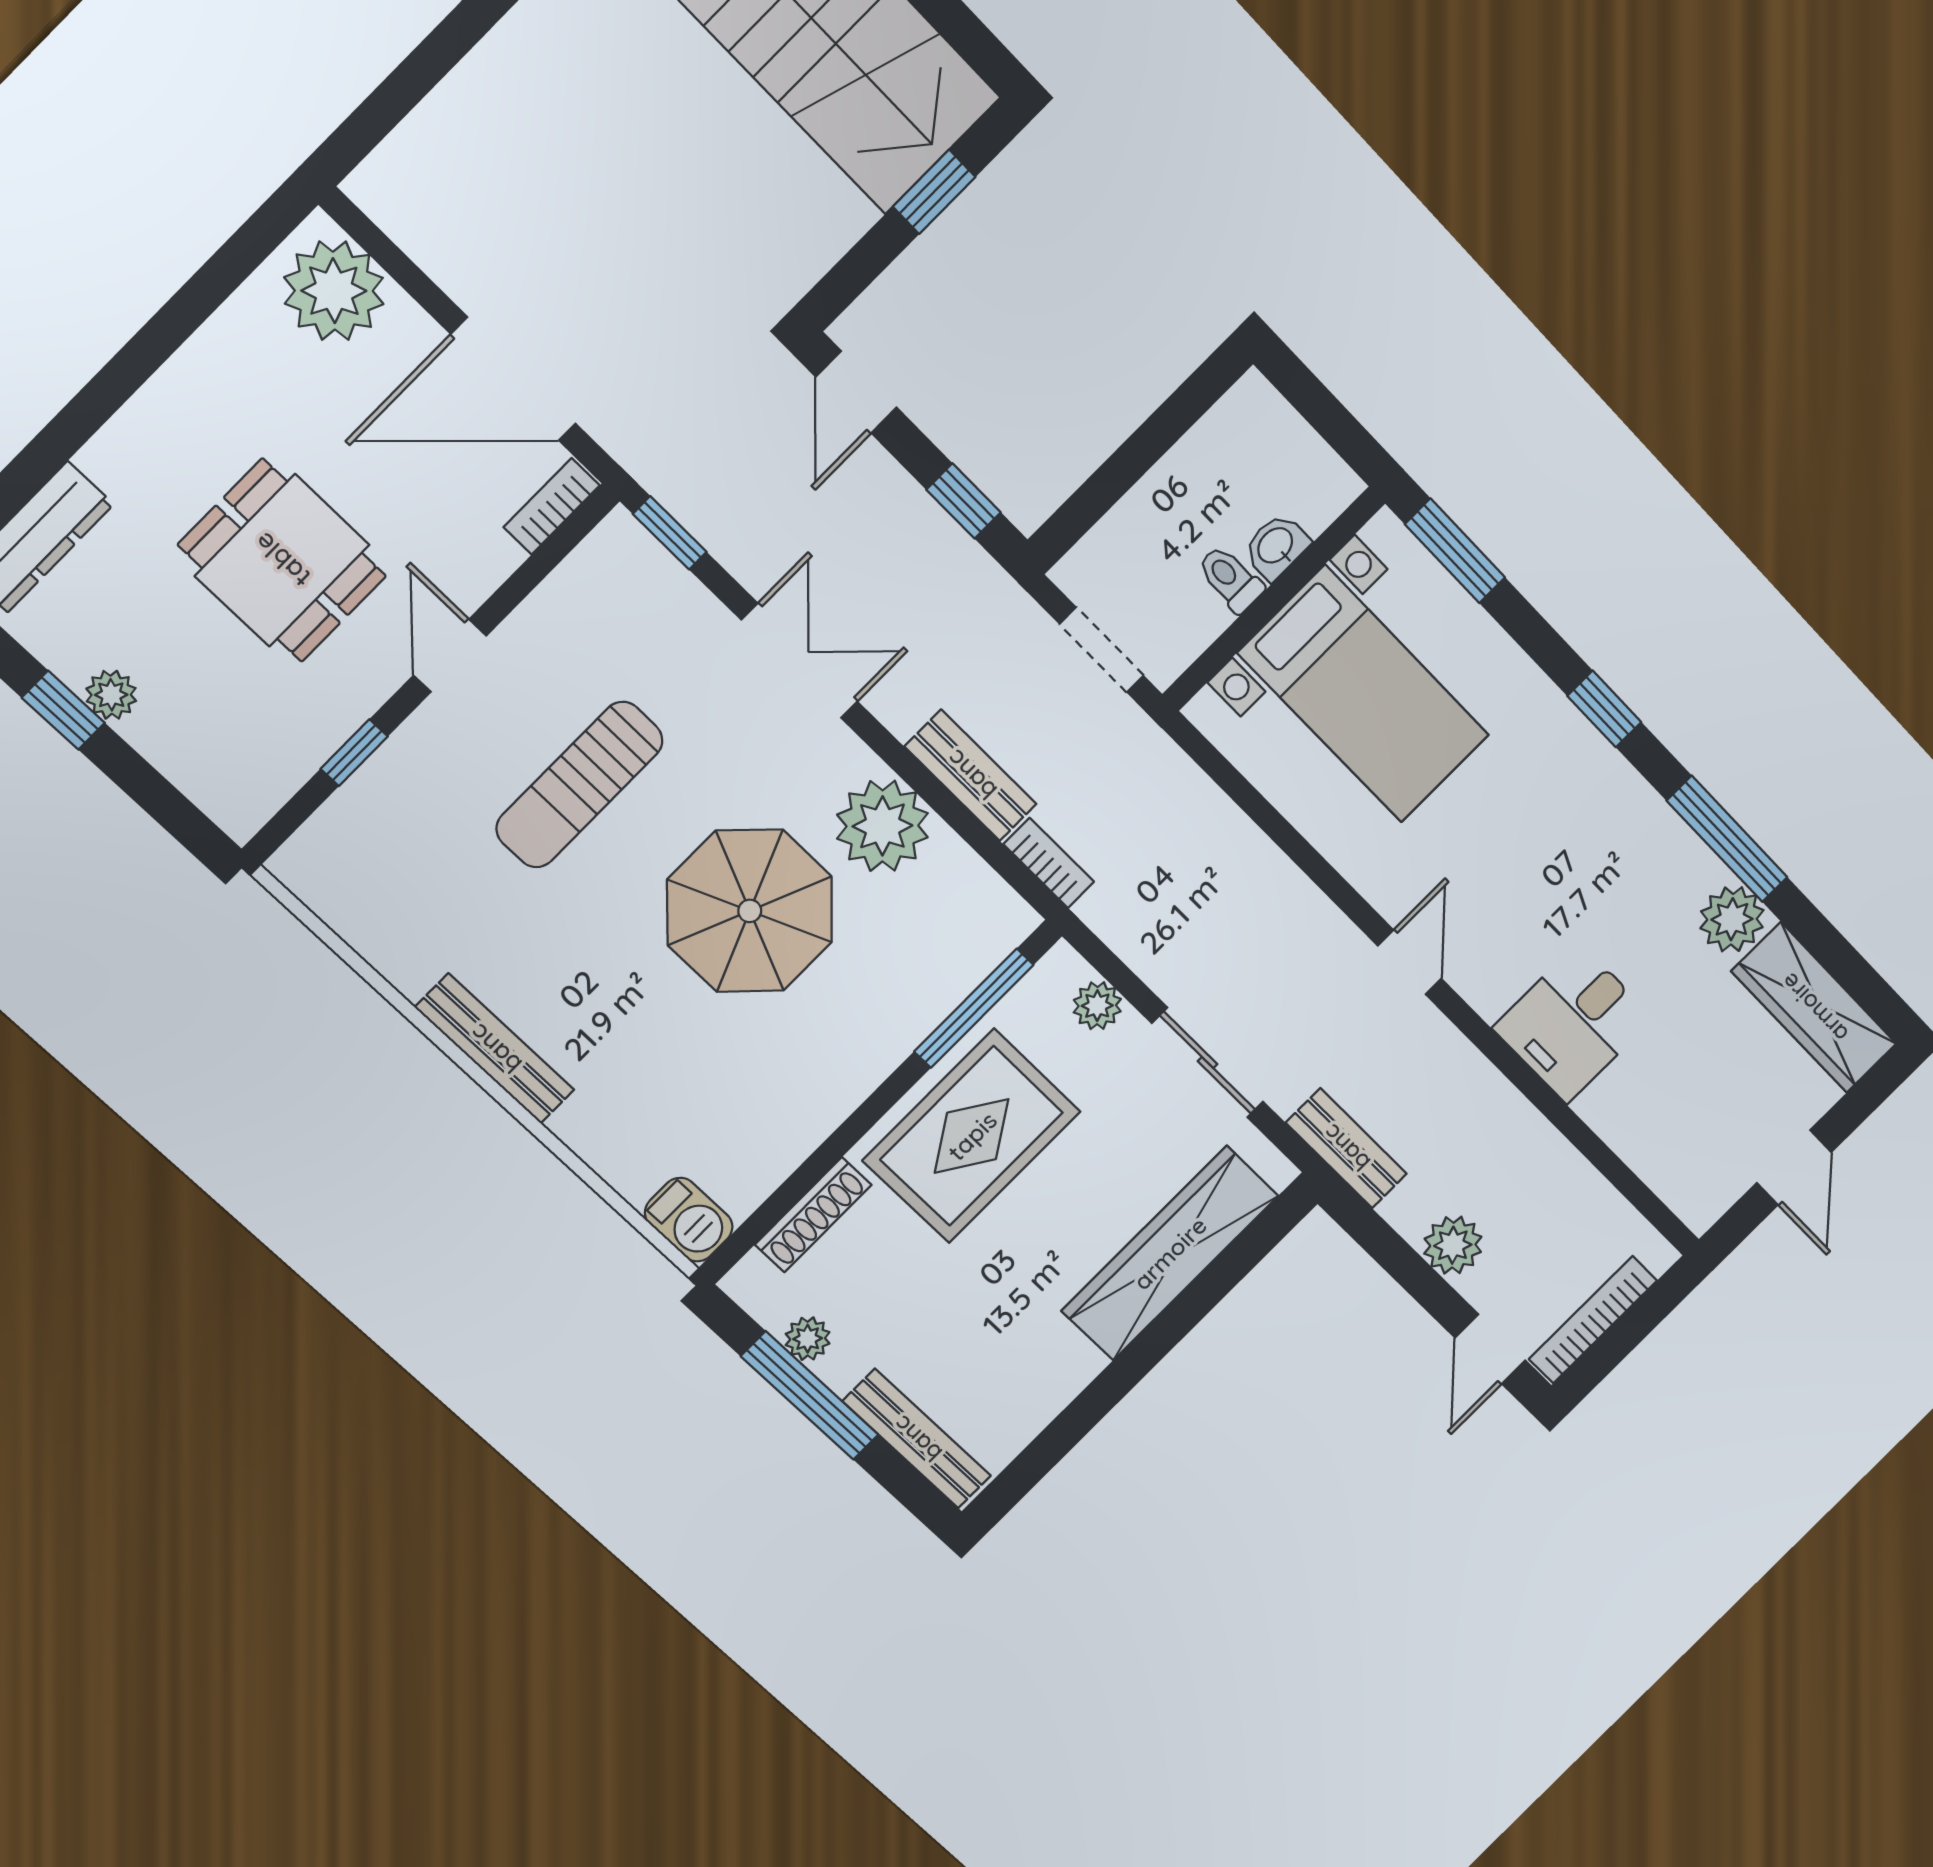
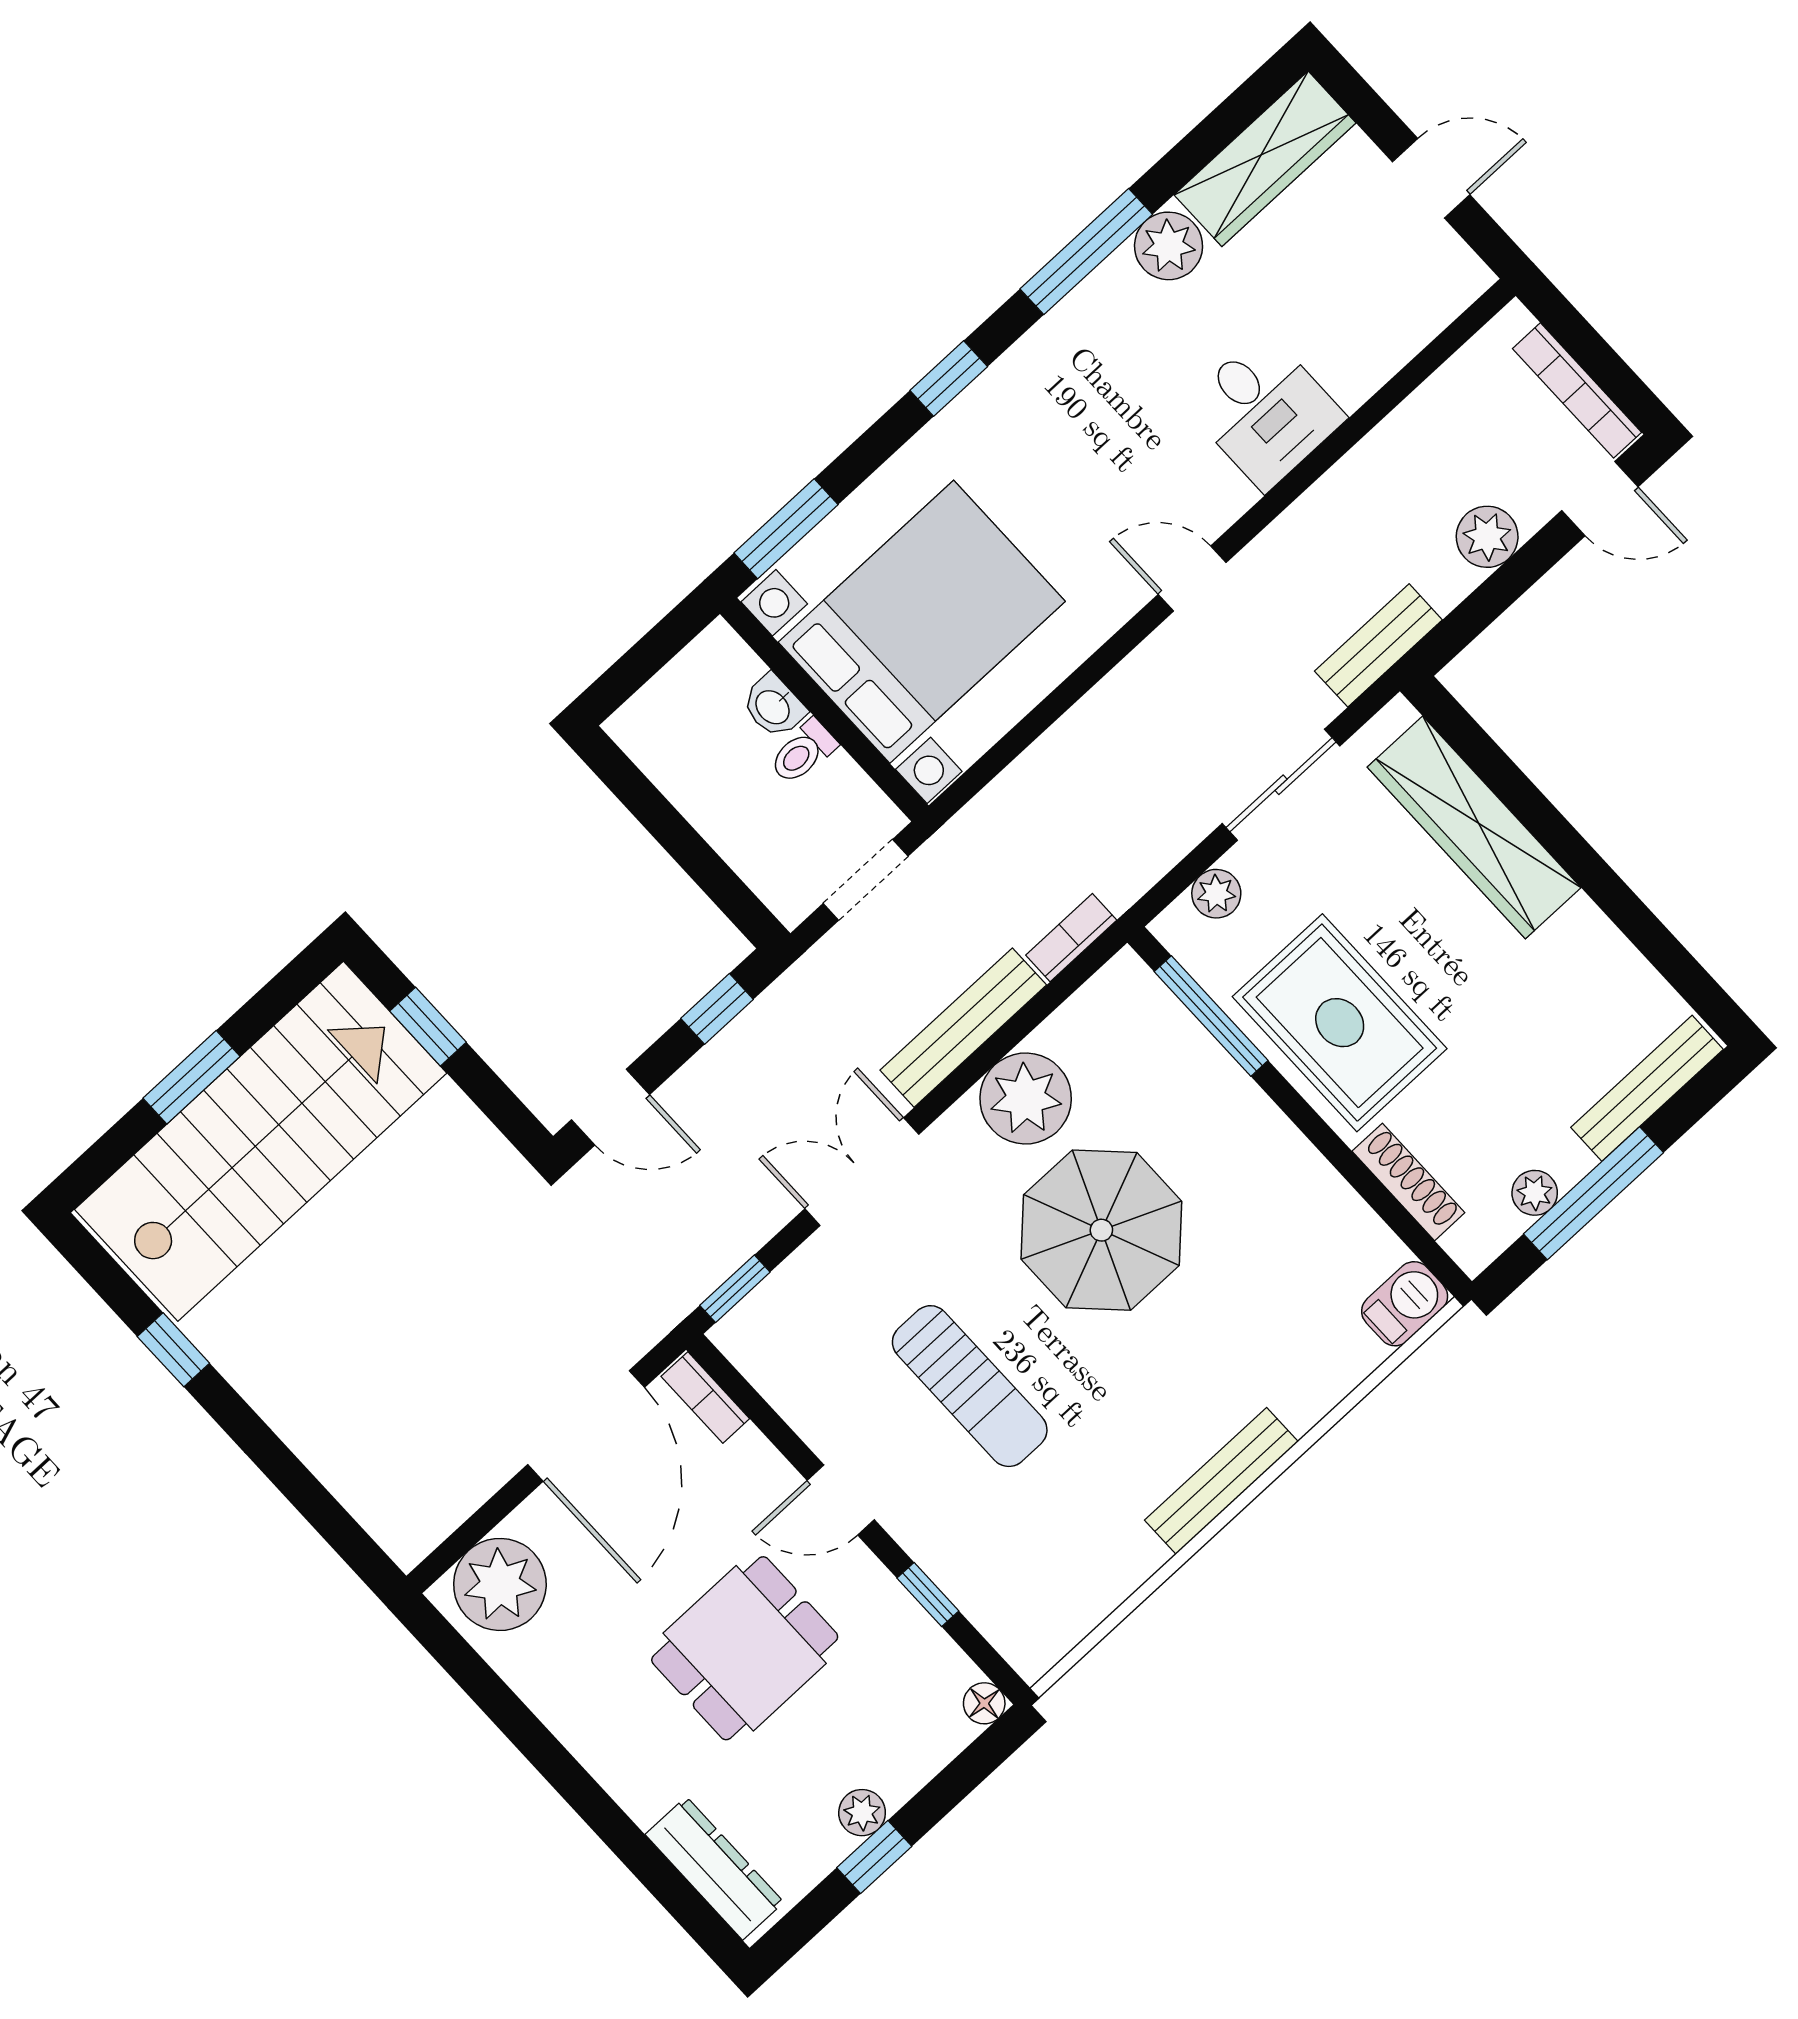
bed with nightstands: (1364, 694) -> (922, 622), width x1.36
bench: (971, 775) -> (963, 1028), width x1.36
floor lamp: (241, 818) -> (984, 1703), added

